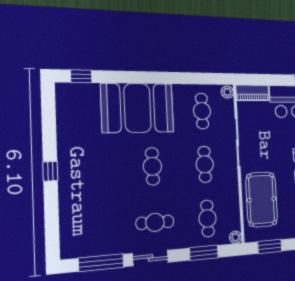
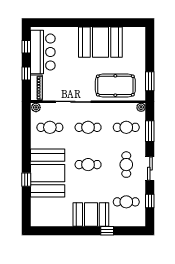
window: (81, 76) -> (26, 180), moved
window: (269, 80) -> (26, 73), added
window: (50, 171) -> (107, 231), moved
booth: (77, 174) -> (91, 214), added
cafe table: (99, 227) -> (126, 202), added
window: (101, 263) -> (150, 201), width x0.46

